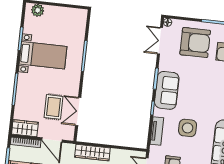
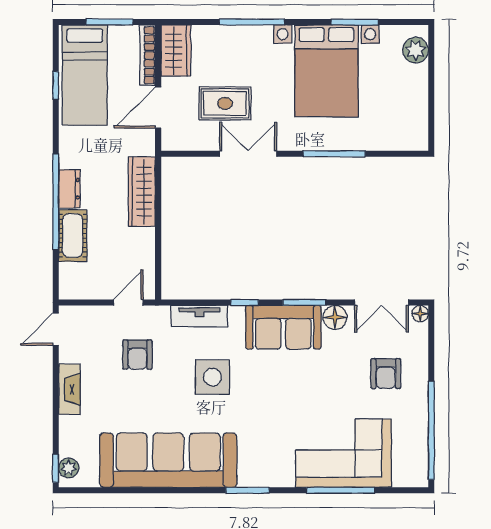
double door: (160, 41) -> (381, 302), swing flipped
armchair: (195, 43) -> (386, 374), width x0.53, depth x0.53
bed with nightstands: (43, 55) -> (326, 71), width x1.36
floor lamp: (165, 64) -> (335, 317), added
double door: (78, 111) -> (248, 154), moved

